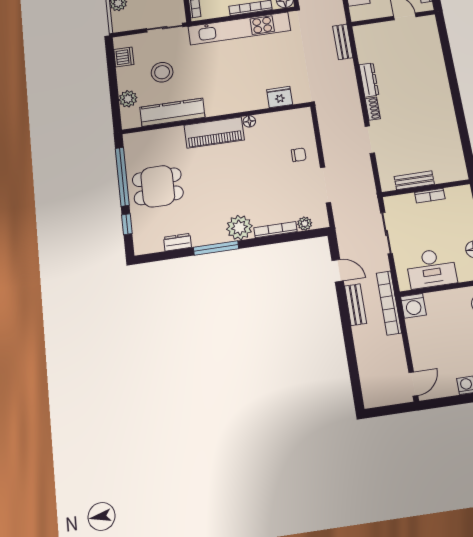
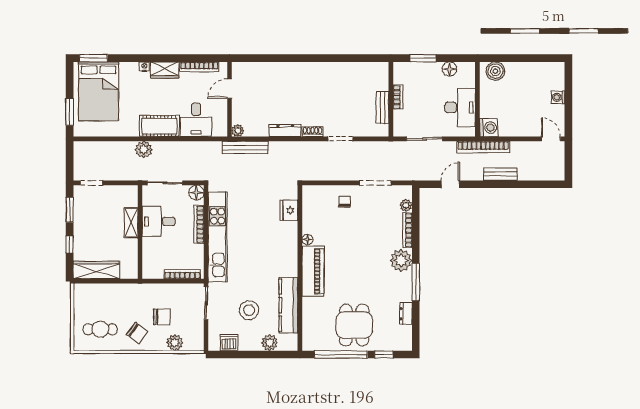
plant: (360, 31) -> (238, 131), added
bench: (343, 42) -> (245, 147), width x1.36
bench: (355, 305) -> (500, 174), moved

